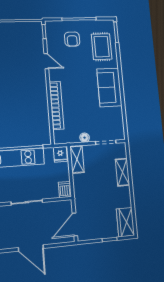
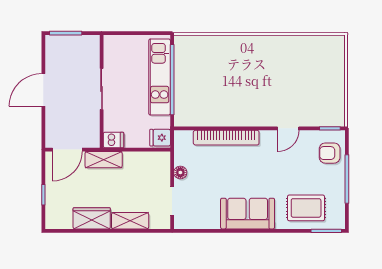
armchair: (72, 39) -> (330, 153), moved
shelving: (77, 159) -> (104, 160), moved
wardrobe: (125, 222) -> (92, 218), moved
door: (75, 224) -> (67, 150), swing flipped

